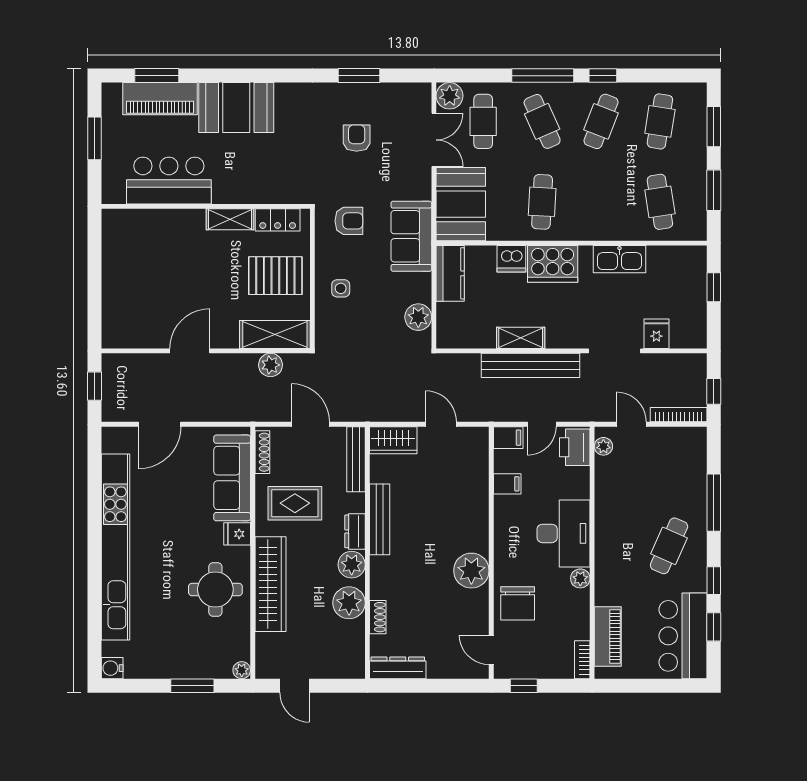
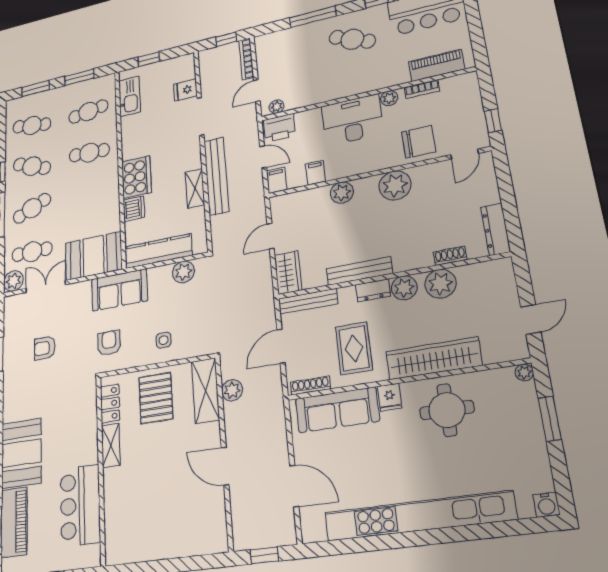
cafe table: (542, 202) -> (89, 153), moved
kitchen sink: (620, 259) -> (130, 96), moved
kitchen counter: (450, 273) -> (158, 251), width x1.50
plant: (476, 511) -> (342, 193), added
bookcase: (582, 660) -> (422, 89), moved

